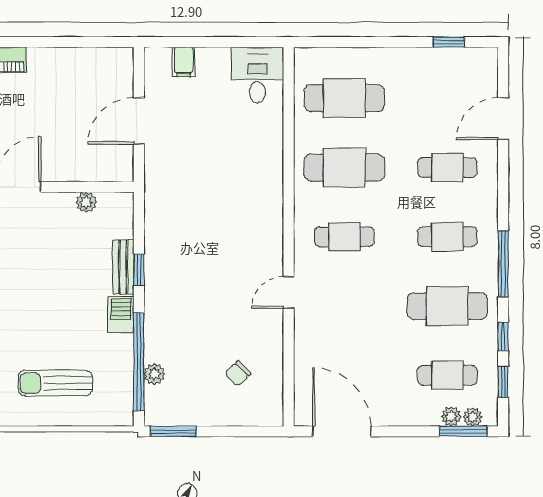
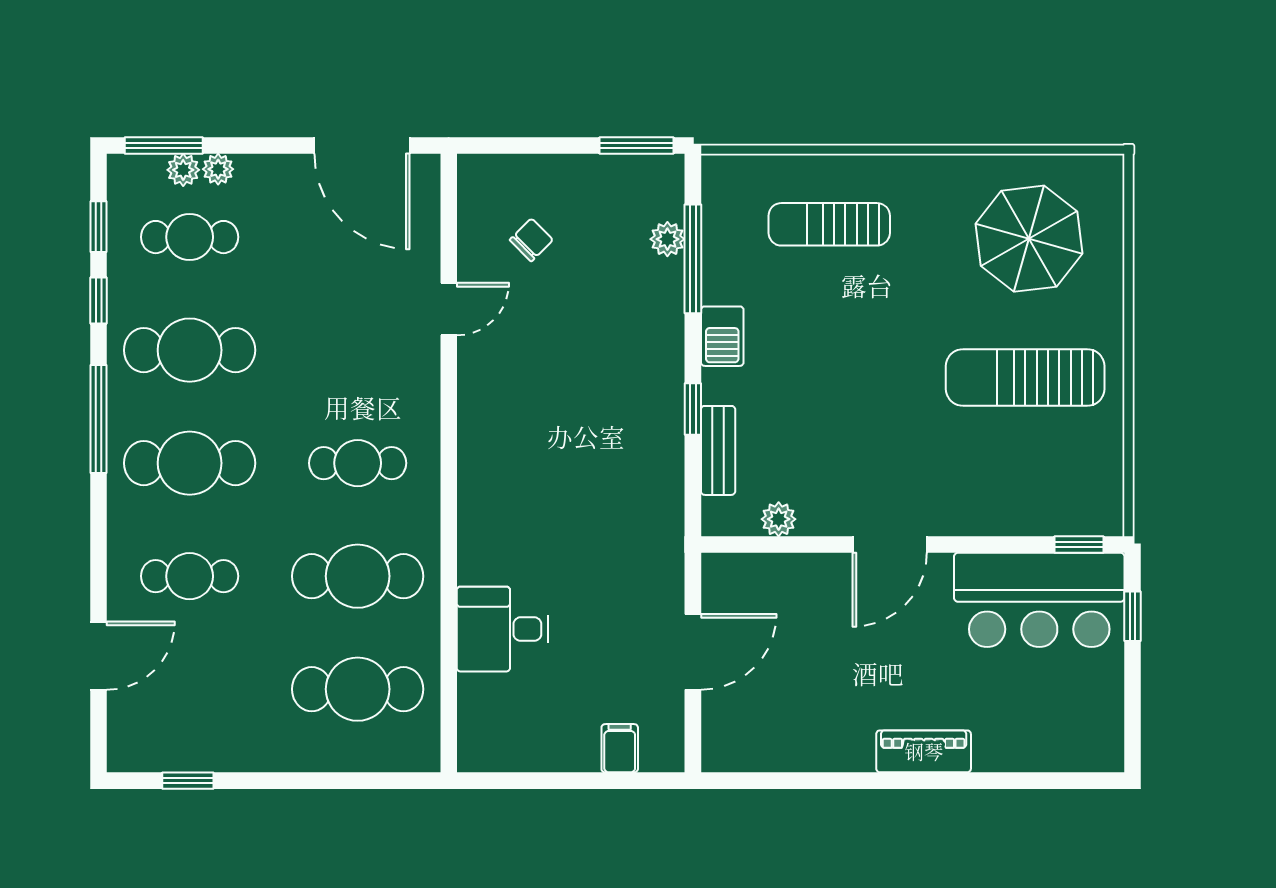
desk: (257, 75) -> (503, 629), moved, turned 90
cafe table: (447, 237) -> (190, 463), width x1.37, depth x1.35
bench: (123, 267) -> (718, 450), moved
door: (289, 292) -> (449, 309), moved
window: (139, 362) -> (693, 259), width x0.68
sun lounger: (55, 383) -> (829, 224), turned 180
plant: (473, 417) -> (218, 169), moved

